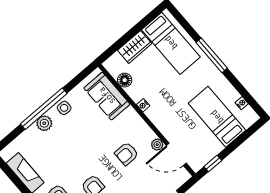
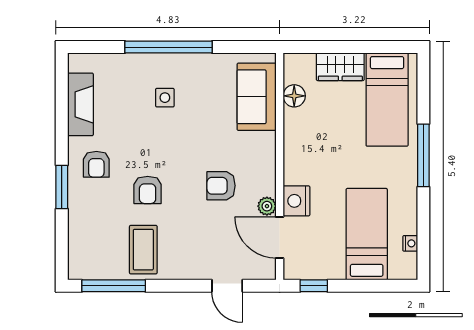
nightstand: (143, 105) -> (296, 201), moved, width x1.89, depth x1.79
side table: (64, 108) -> (165, 98), moved
plant: (44, 123) -> (154, 65), removed

